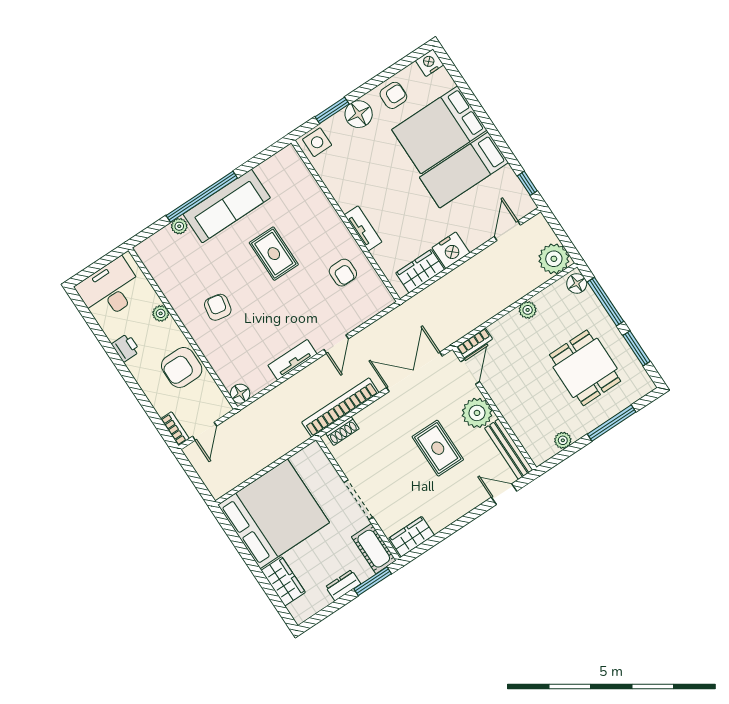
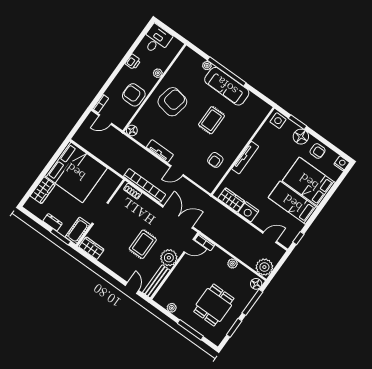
tv unit: (363, 228) -> (245, 158), width x1.41
desk: (110, 290) -> (156, 40), width x0.73
armchair: (218, 307) -> (172, 102), width x1.88, depth x1.88

